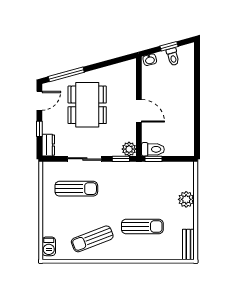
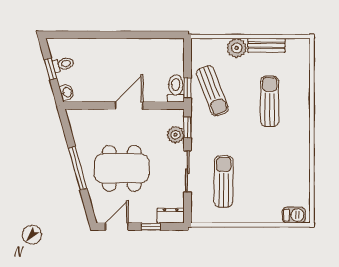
window: (66, 74) -> (78, 168), moved
door: (39, 101) -> (117, 227), hinge flipped
plant: (129, 149) -> (175, 135), moved
sun lounger: (92, 239) -> (212, 91), moved
bench: (188, 245) -> (266, 45), moved

